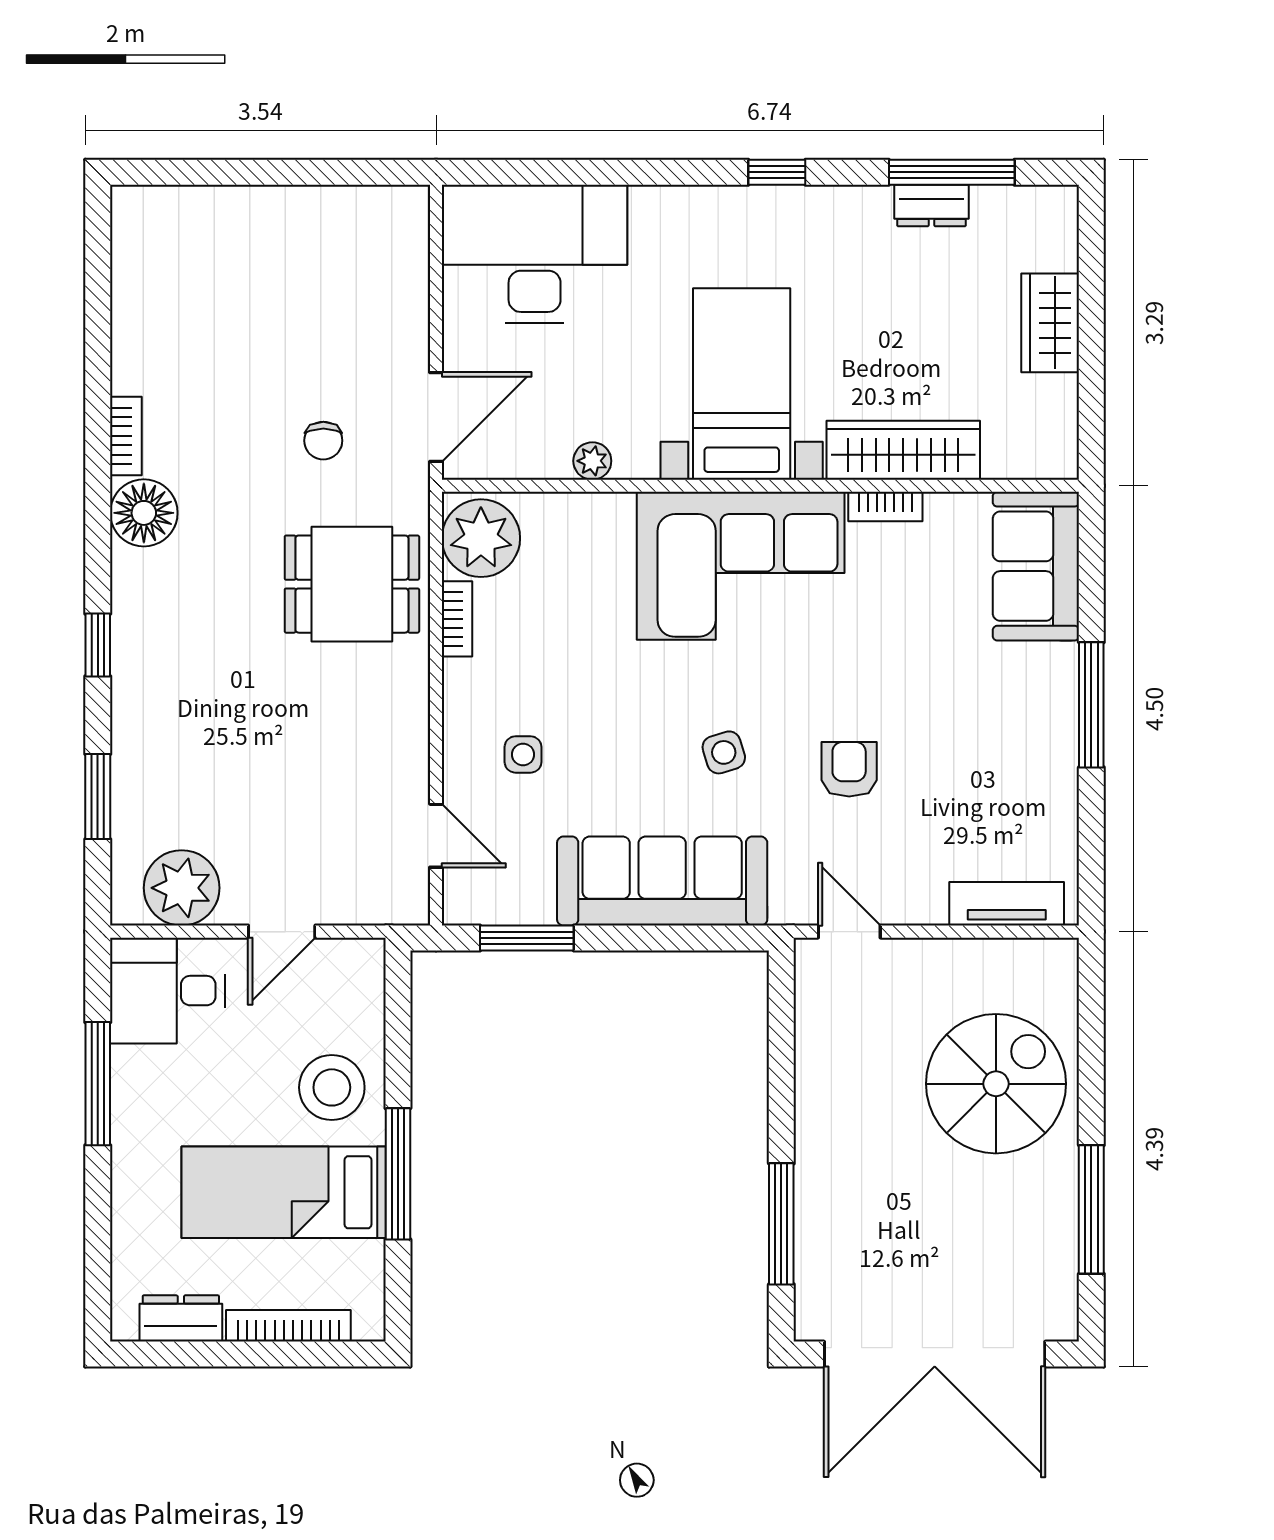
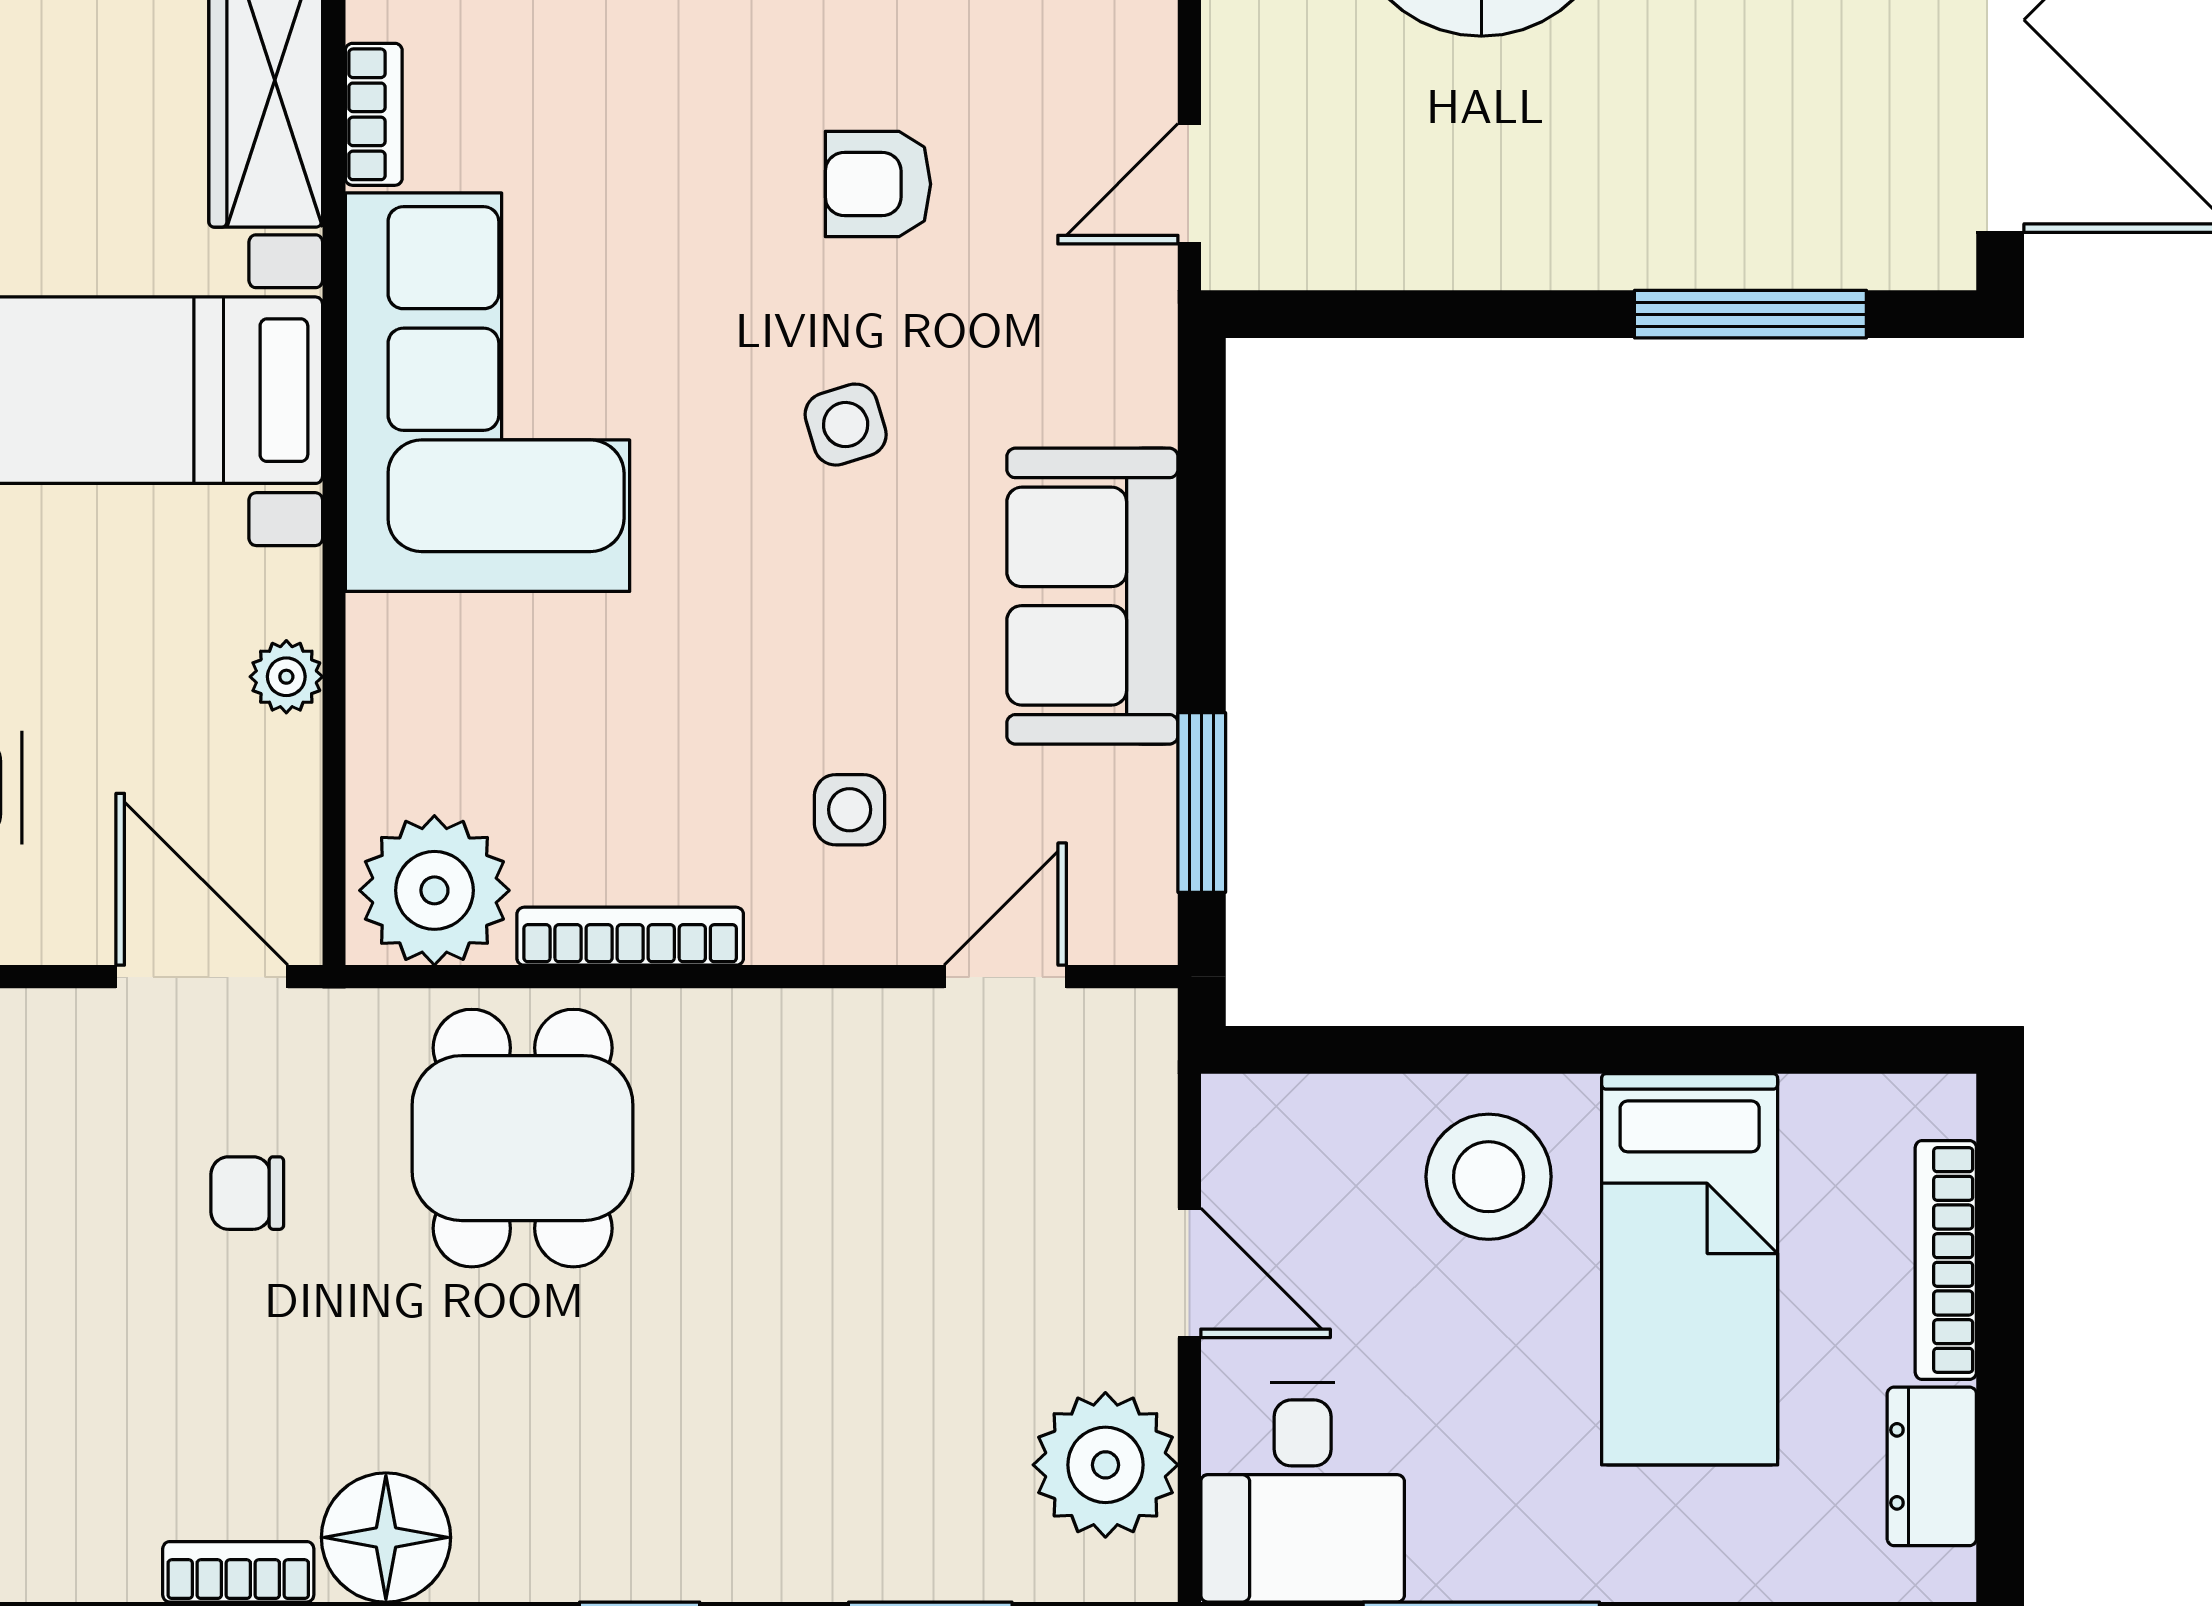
chair: (323, 441) -> (247, 1193), turned 180
bookcase: (457, 619) -> (630, 936), width x1.56
sofa: (662, 881) -> (1092, 596), width x0.73
window: (398, 1174) -> (1654, 1050), removed

